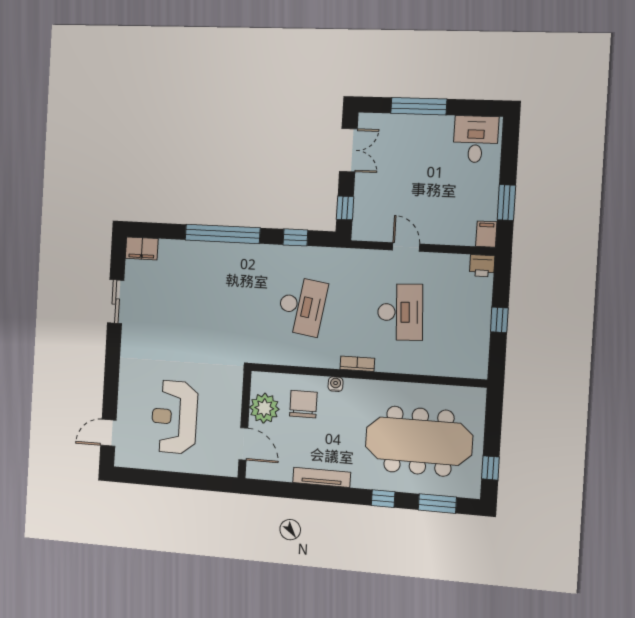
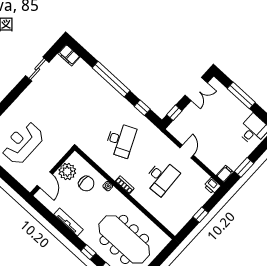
desk: (302, 306) -> (121, 140), turned -33
chair: (303, 404) -> (86, 184), turned 90

